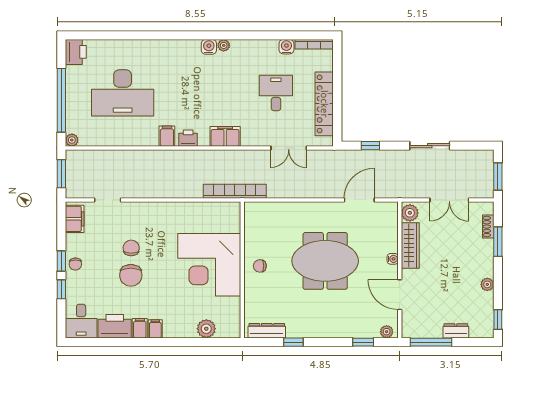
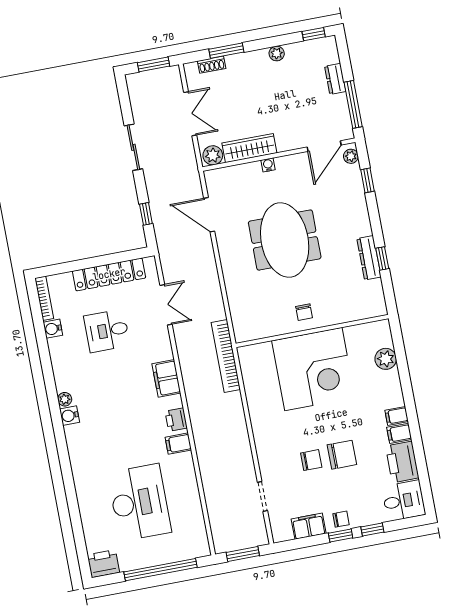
plant: (72, 140) -> (203, 549), removed
filing cabinet: (75, 219) -> (309, 526), moved
chair: (131, 248) -> (311, 460), turned 180
door: (400, 295) -> (324, 146), moved
dresser: (267, 331) -> (369, 258), moved

